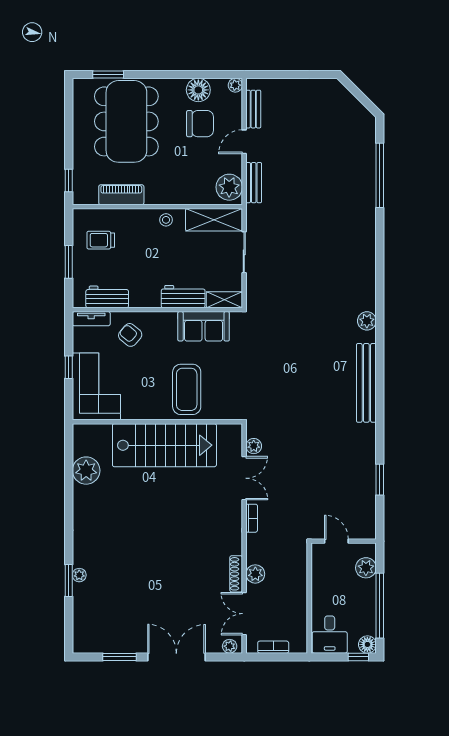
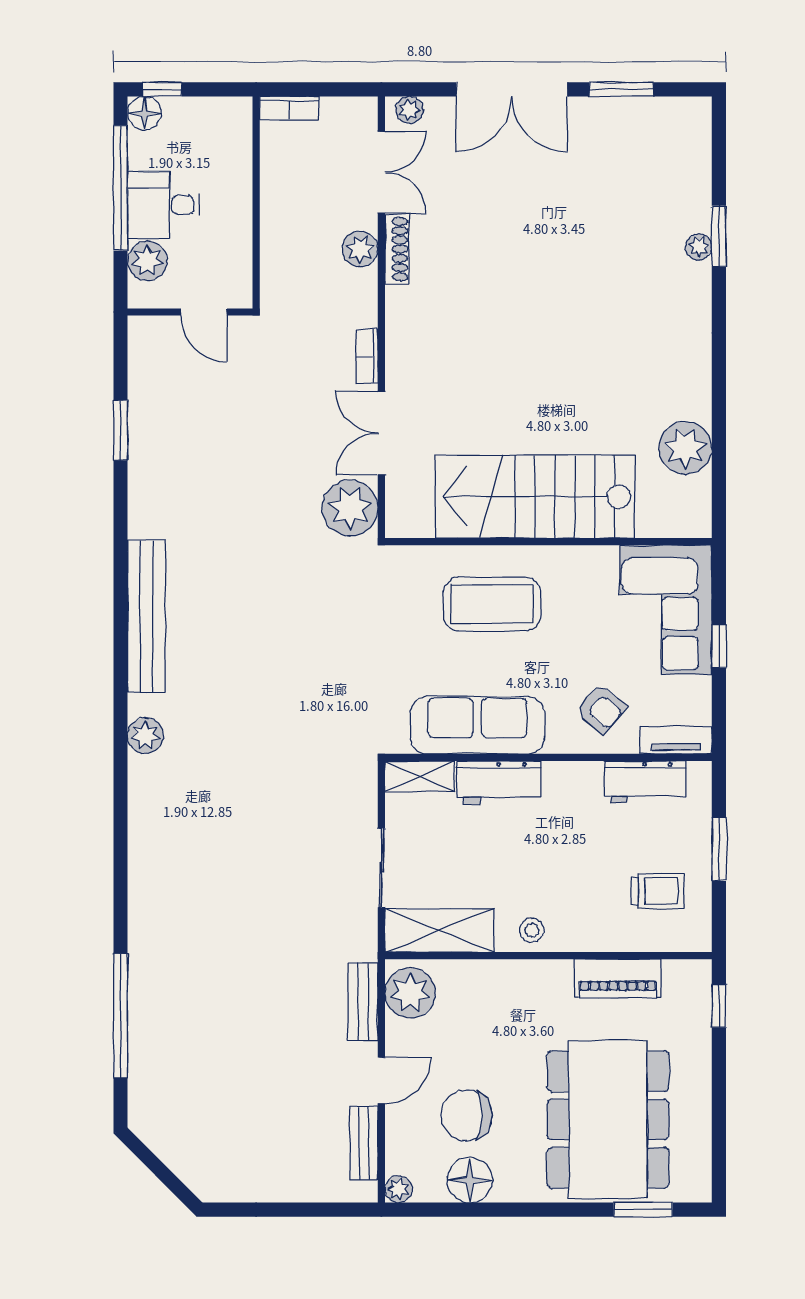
sofa: (204, 326) -> (477, 725), width x1.36
coffee table: (187, 389) -> (492, 604), turned 90
plant: (254, 446) -> (350, 508), width x1.88, depth x1.88
desk: (330, 635) -> (163, 205), moved, turned -90
bookcase: (273, 647) -> (289, 108), moved

